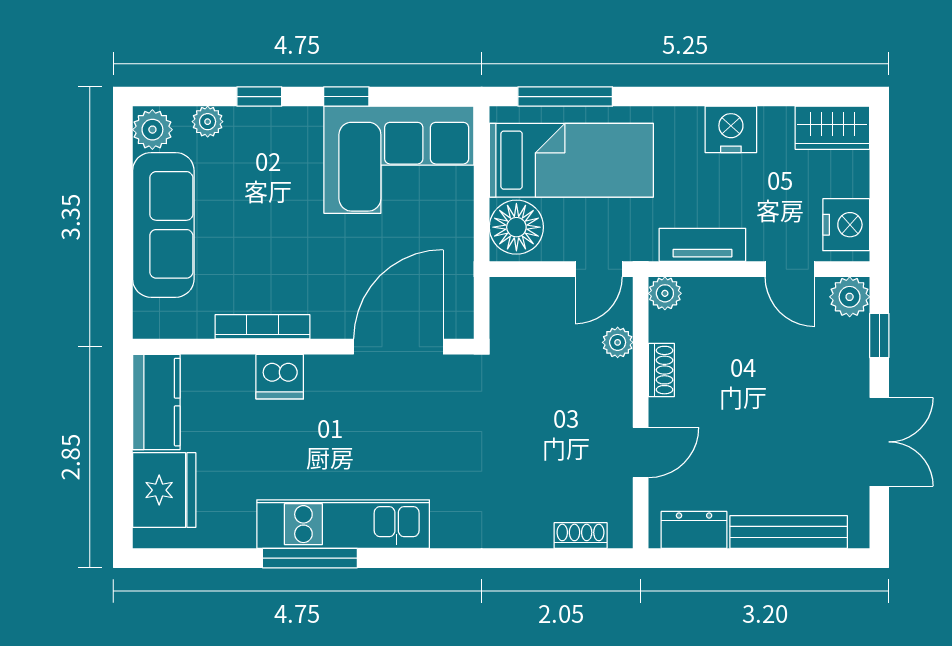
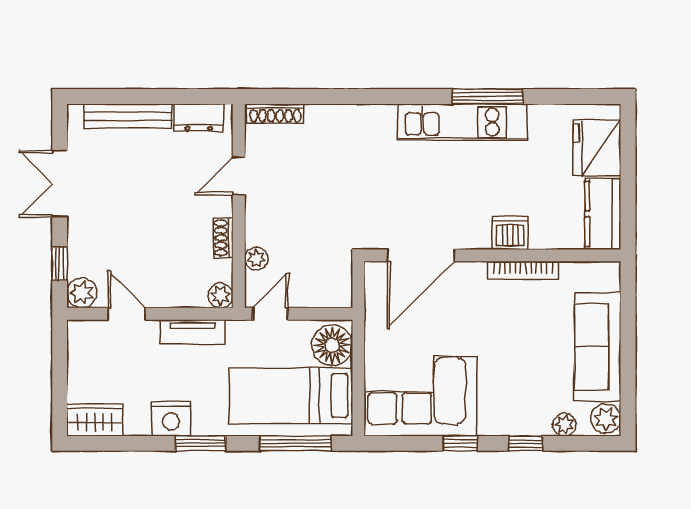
window: (692, 97) -> (200, 443), added
nightstand: (846, 225) -> (84, 347), removed
shoe rack: (581, 536) -> (275, 113), width x1.43

